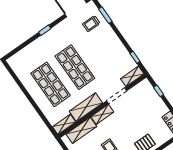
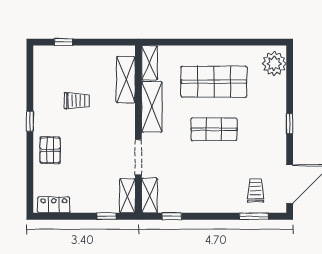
plant: (19, 60) -> (274, 64), added
shop shelf: (75, 67) -> (214, 129), width x0.70, depth x0.74
shelving: (102, 114) -> (127, 196), moved

